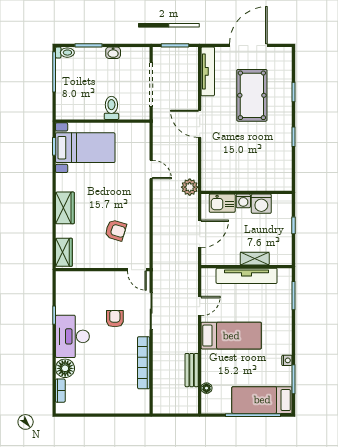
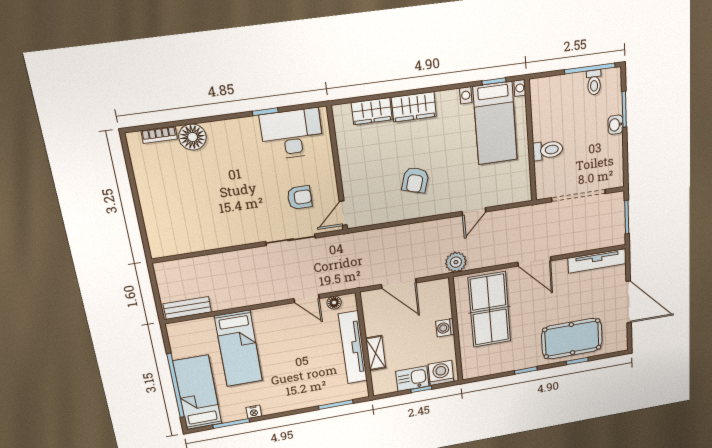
toilet: (65, 53) -> (594, 82), moved
washbasin: (113, 53) -> (615, 125), moved
pool table: (252, 95) -> (572, 339), moved
door: (200, 124) -> (534, 261), swing flipped
table tennis table: (234, 163) -> (489, 310), added
kitchen sink: (222, 203) -> (412, 379), moved, turned 90
washing machine: (261, 204) -> (441, 373), moved, turned 90
armchair: (116, 230) -> (415, 180), moved
wardrobe: (64, 252) -> (372, 111), moved
armchair: (115, 319) -> (300, 197), moved
desk: (72, 336) -> (292, 134), moved
bed: (231, 336) -> (239, 349), moved
bookcase: (144, 363) -> (220, 241), removed
bench: (192, 370) -> (187, 308), moved
floor lamp: (206, 388) -> (334, 303), moved

